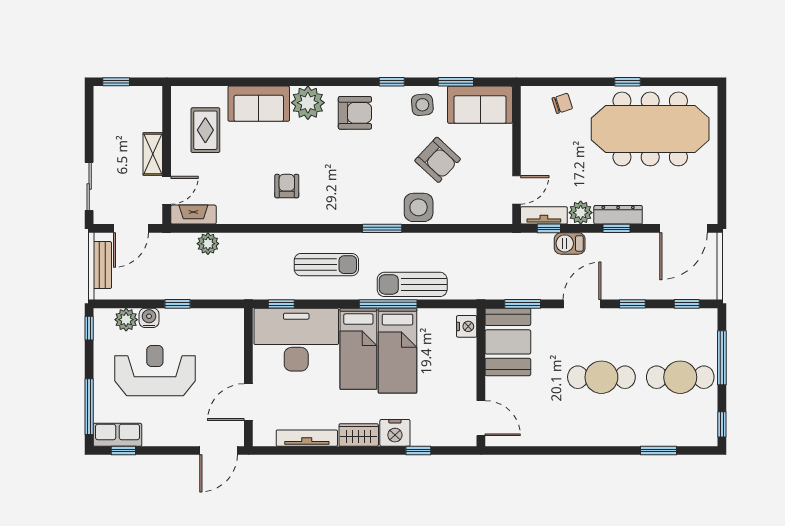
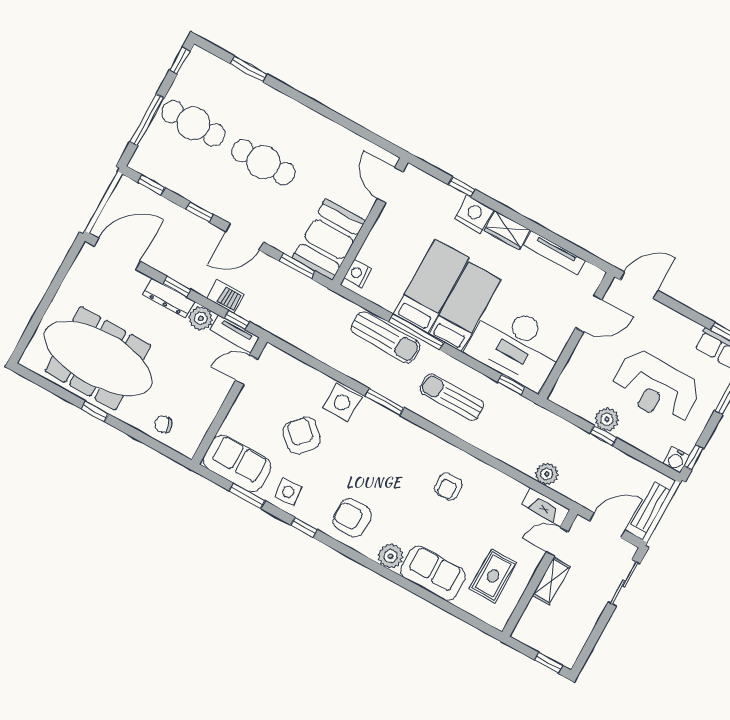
plant: (308, 103) -> (390, 556), width x0.73, depth x0.73
water cooler: (149, 318) -> (676, 460), moved
plant: (126, 320) -> (607, 419), moved

